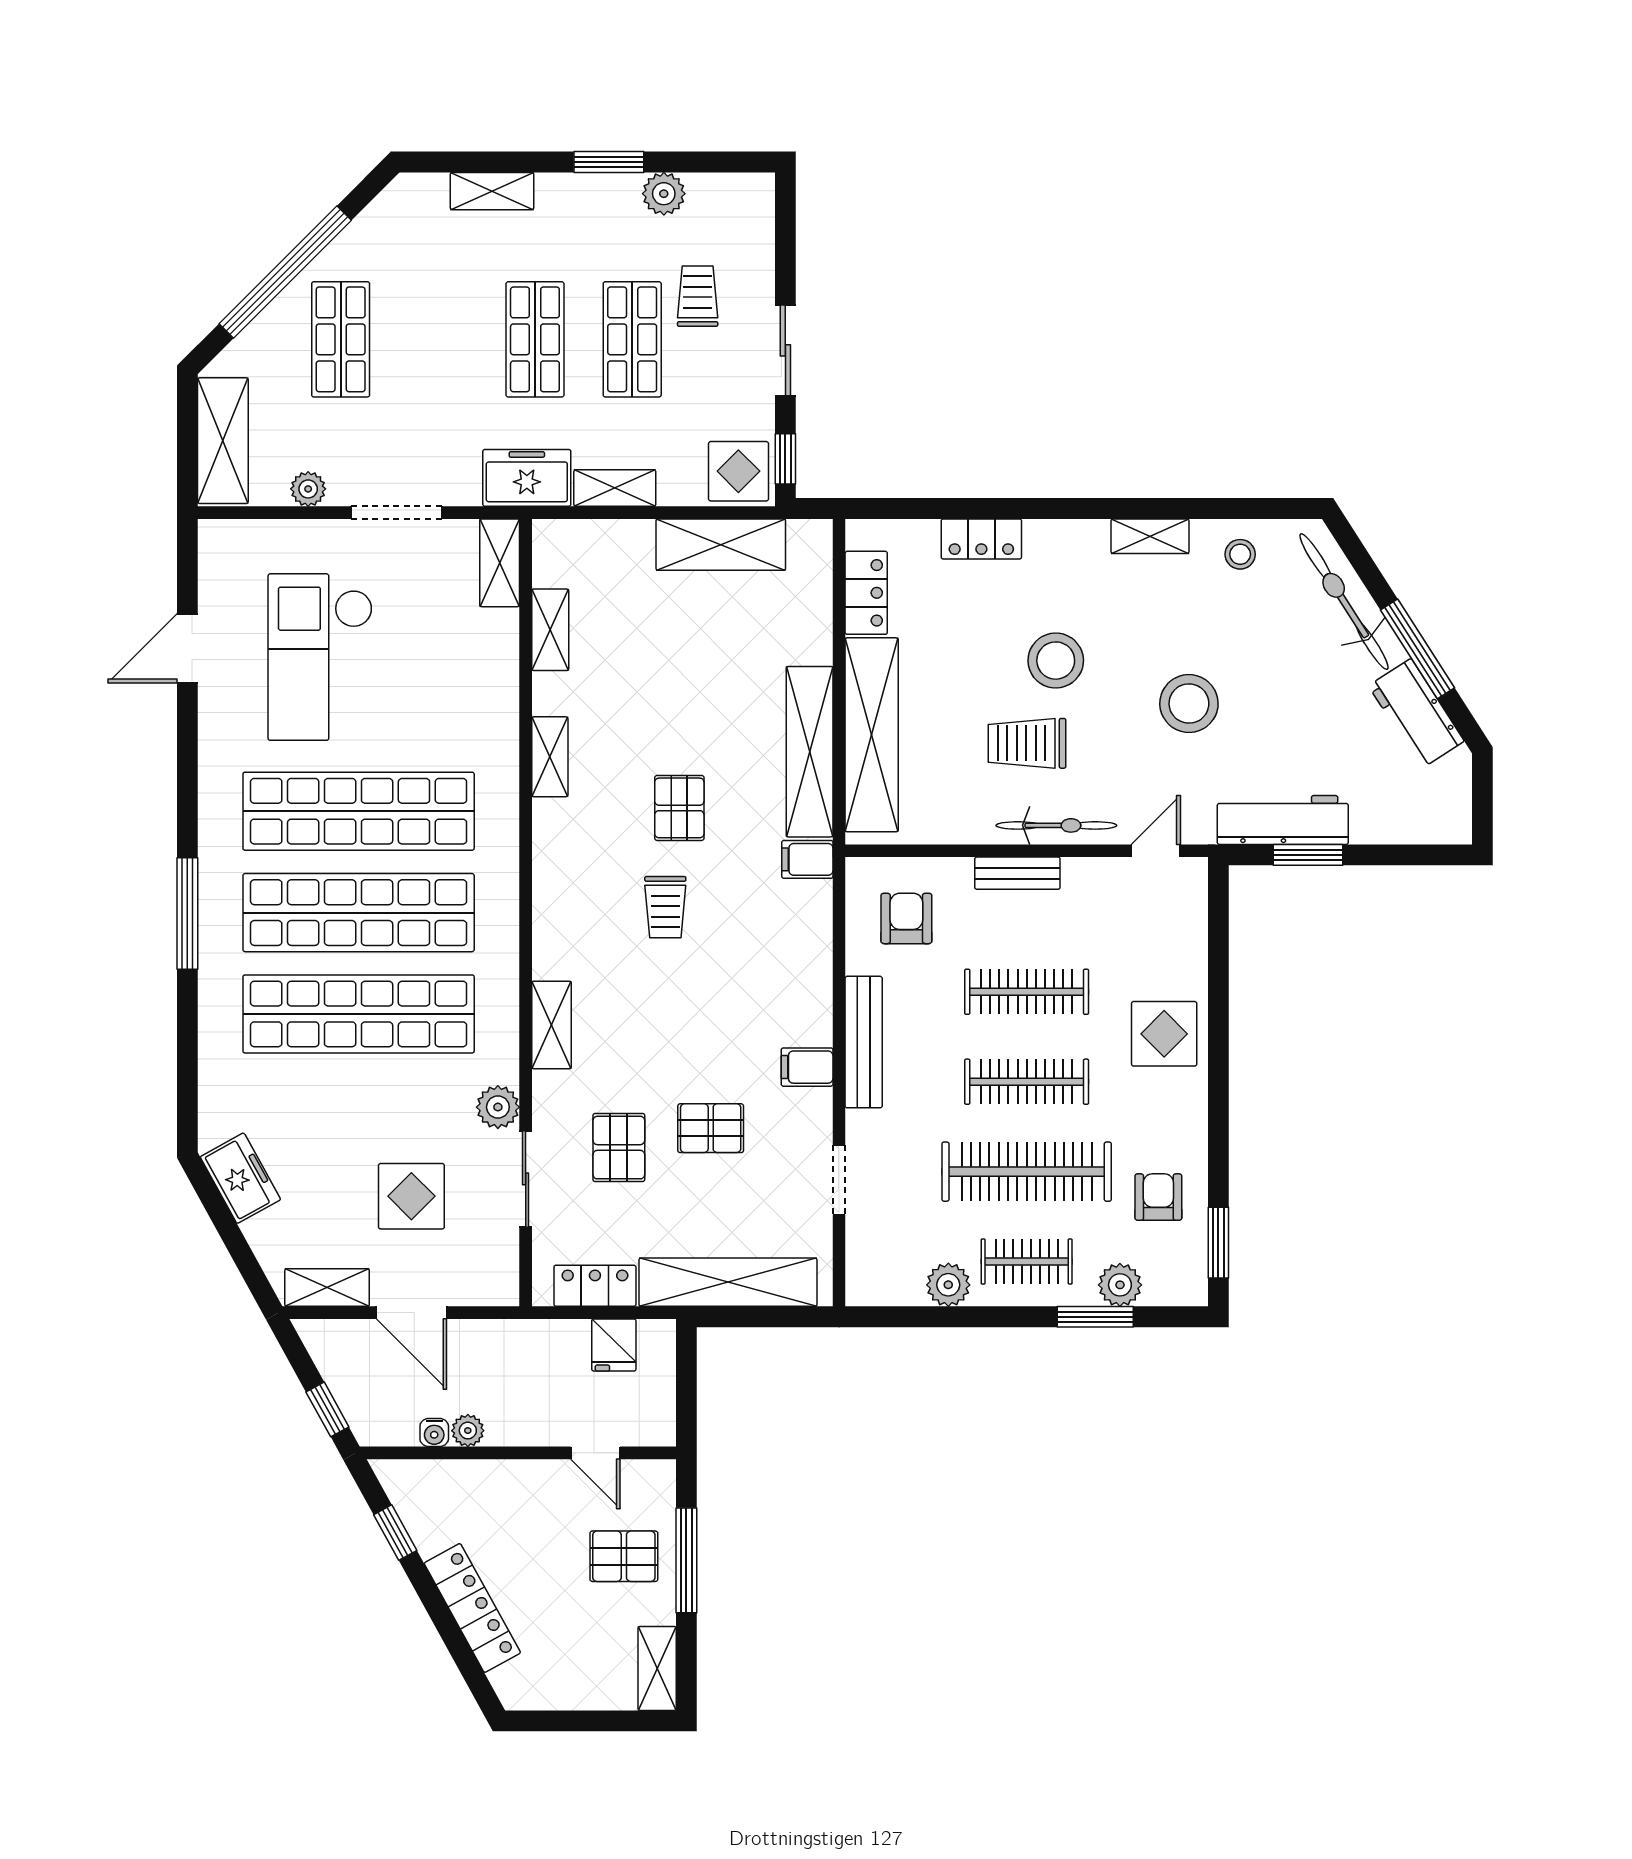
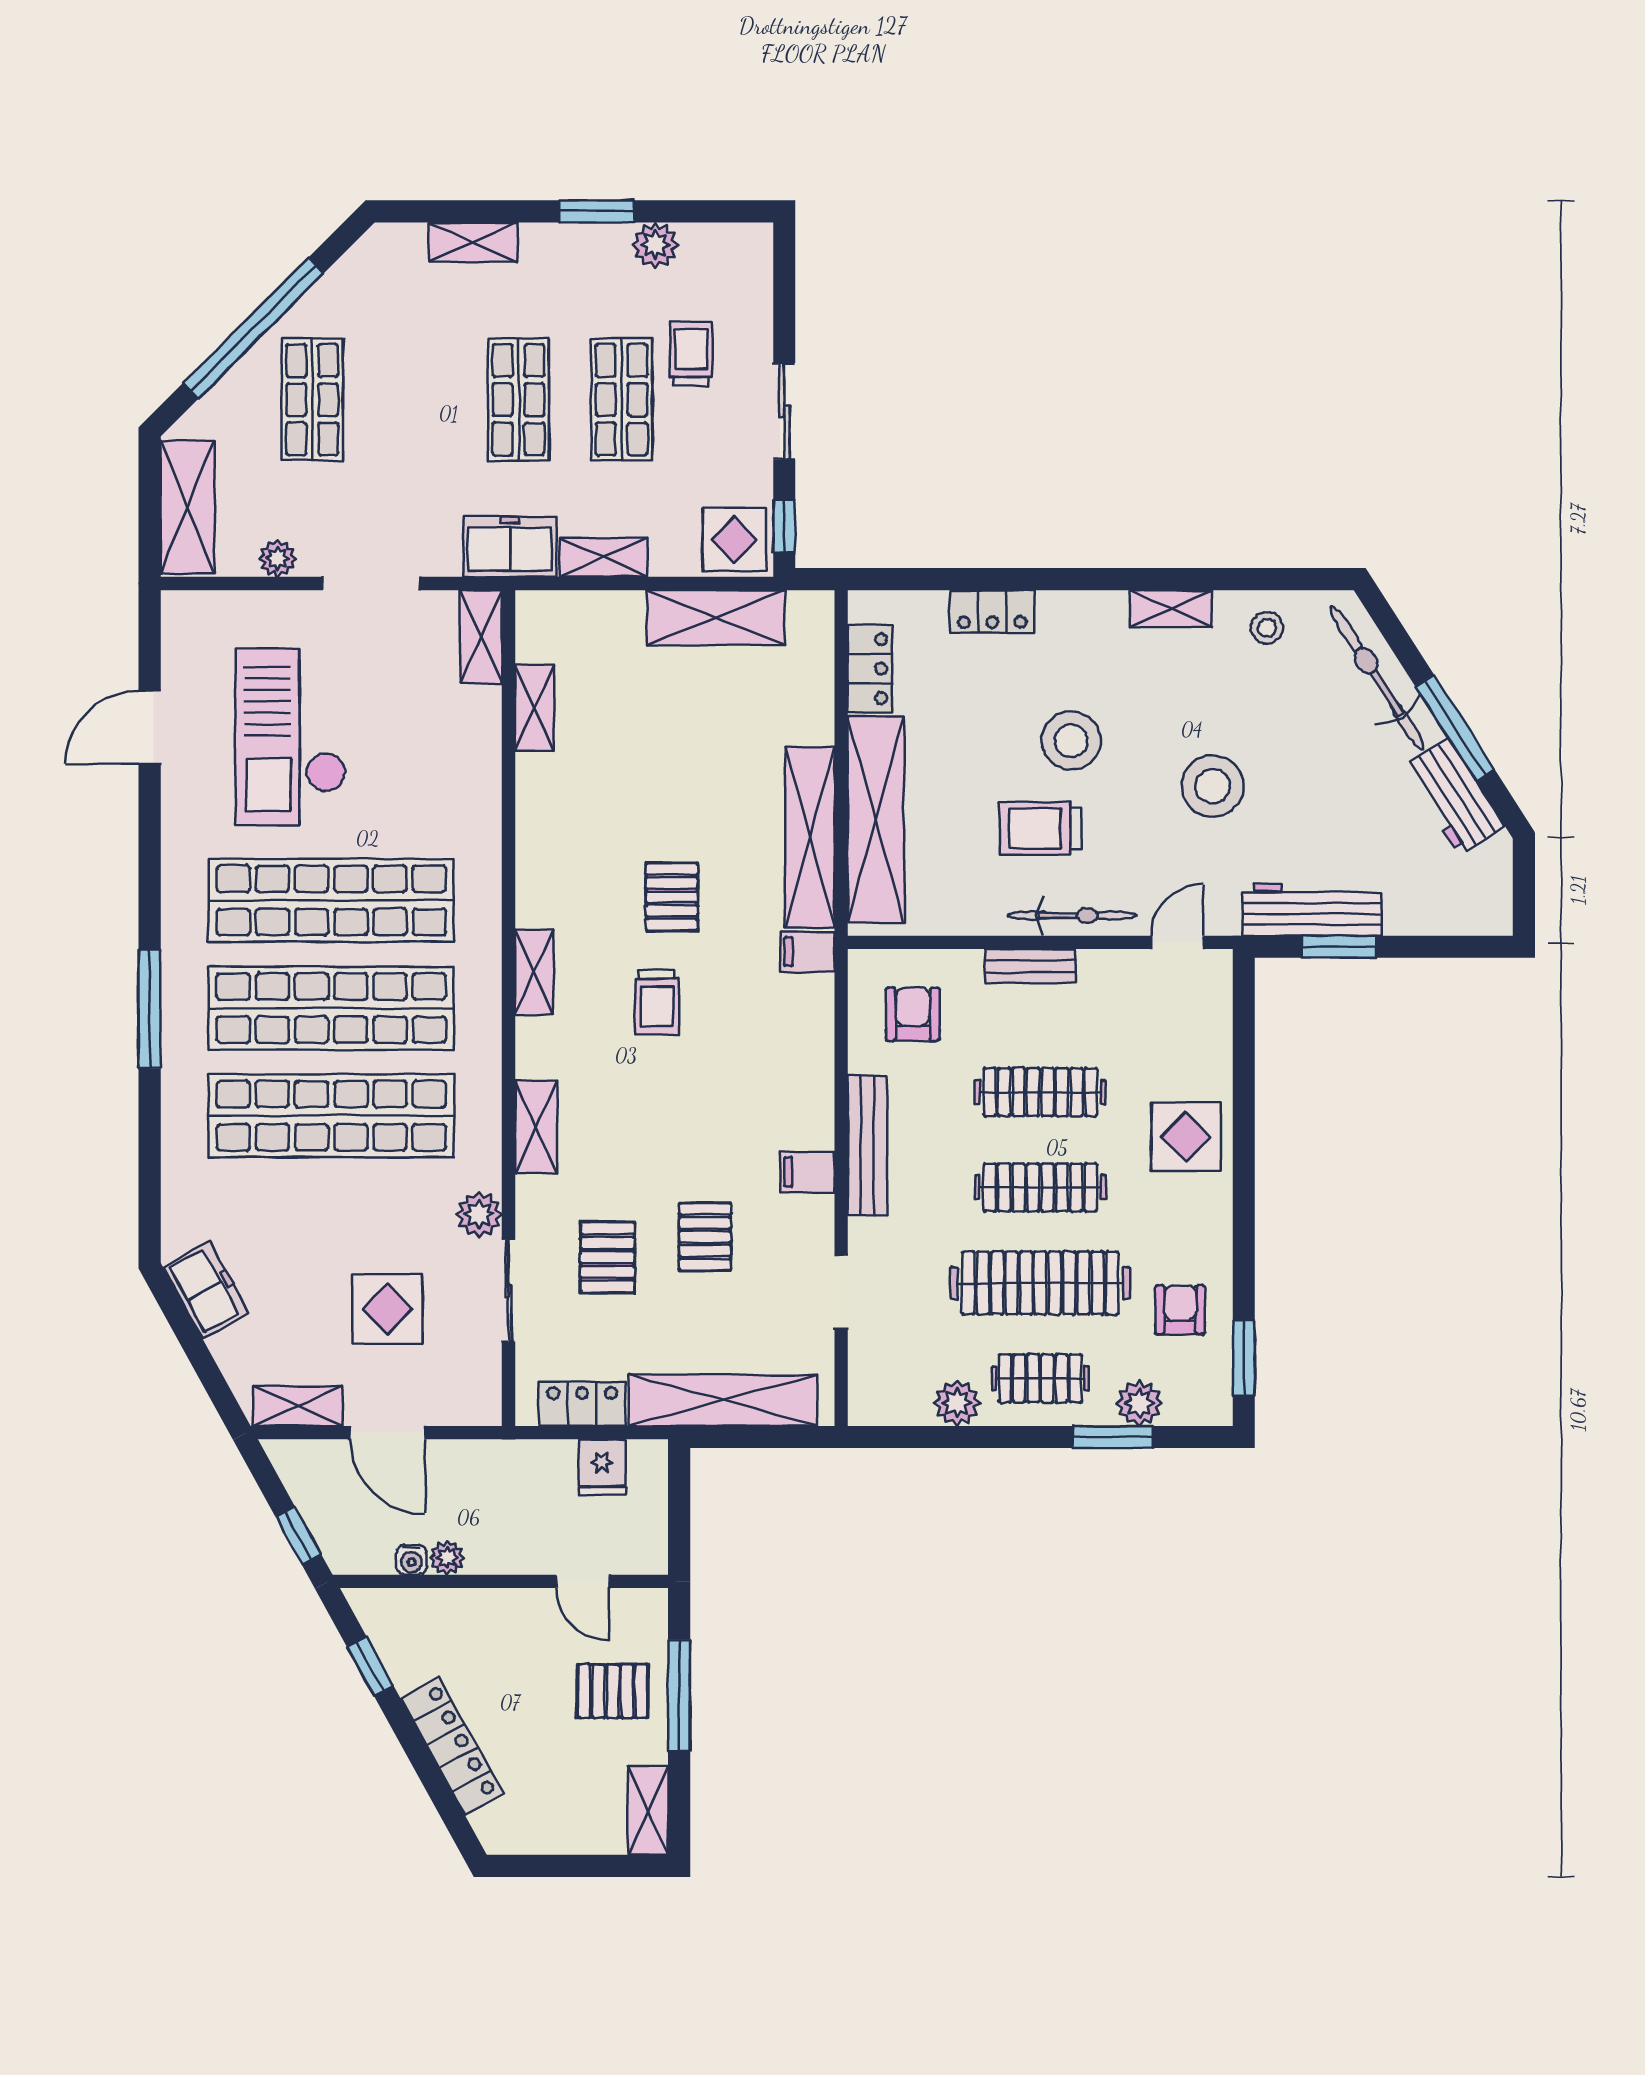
shelving: (550, 757) -> (534, 972), moved
pallet: (711, 1128) -> (705, 1237), turned 90

